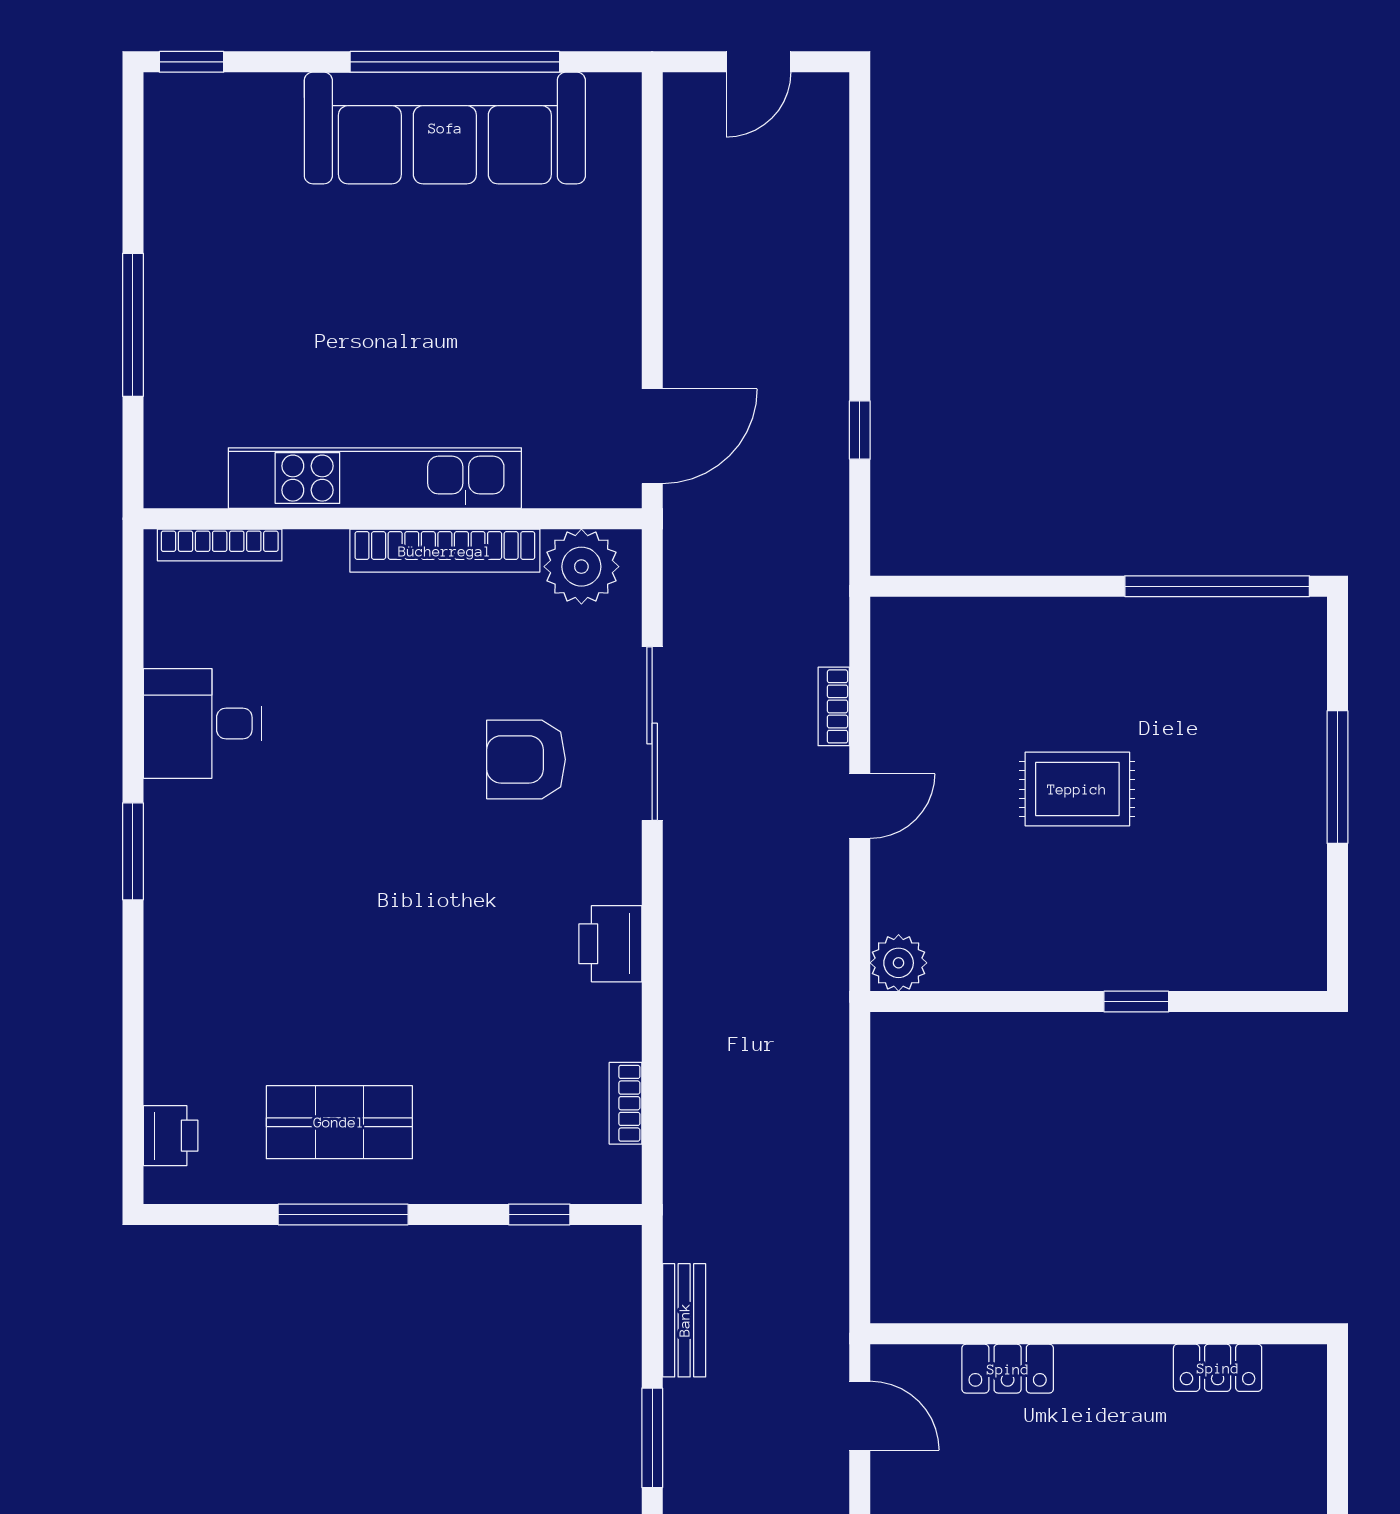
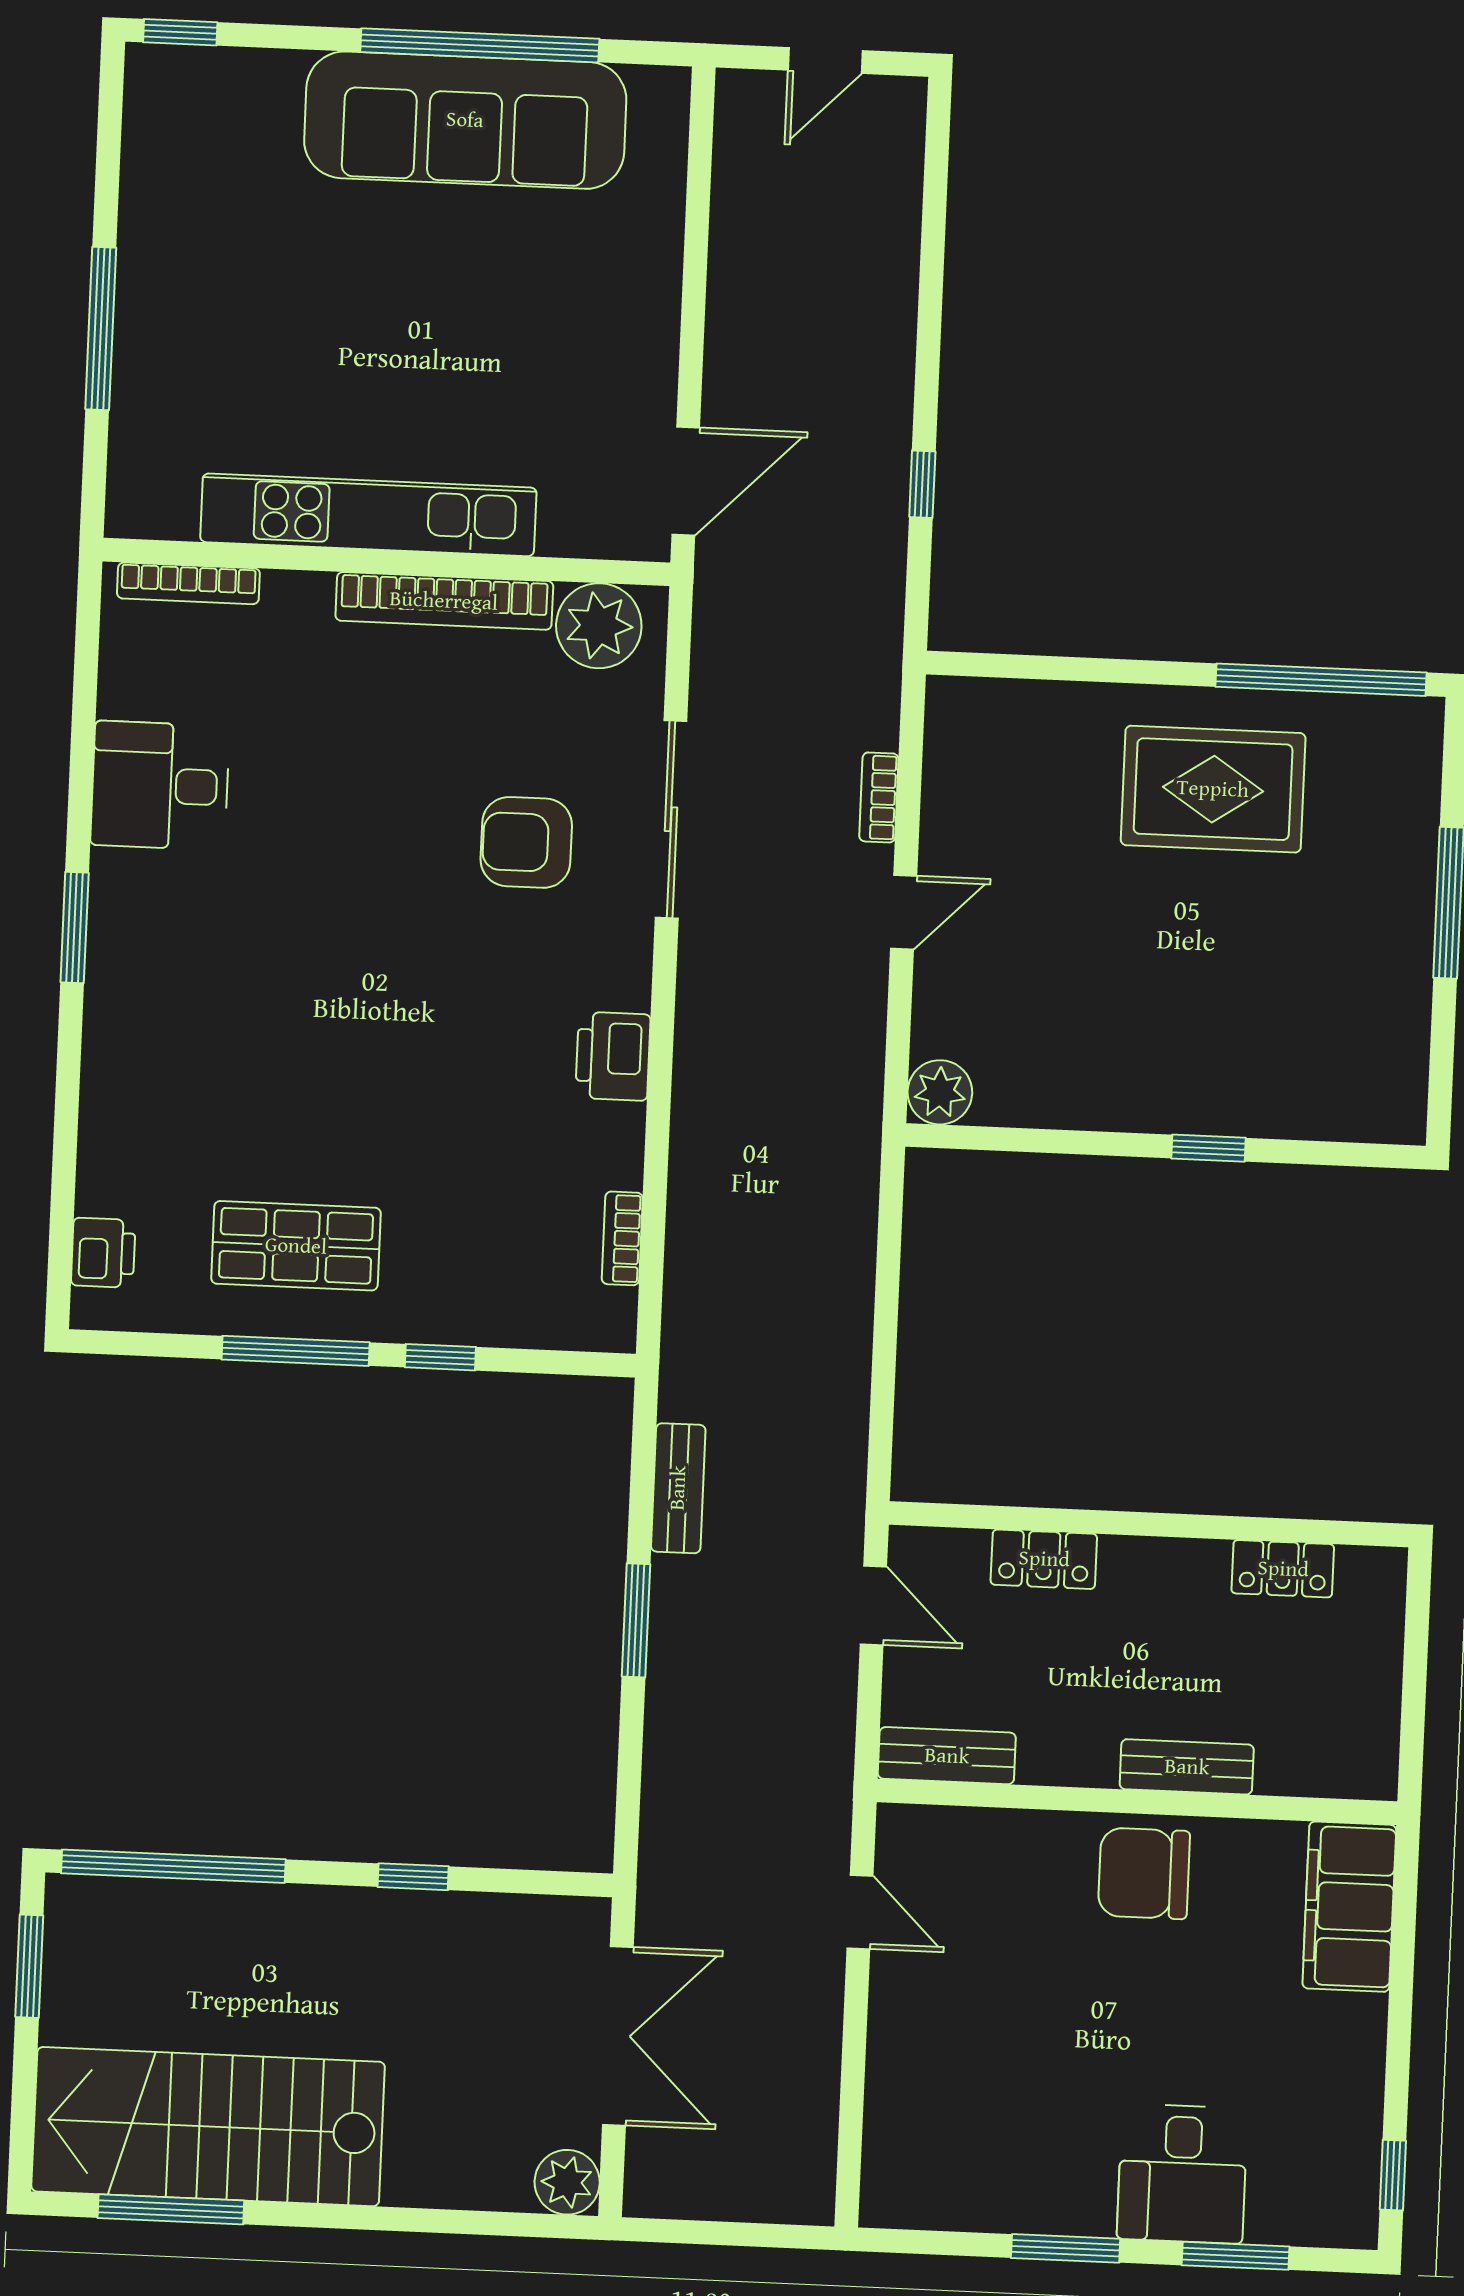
rug: (1077, 789) -> (1213, 789), moved, width x1.36, depth x1.43
window: (539, 1214) -> (440, 1357), moved

